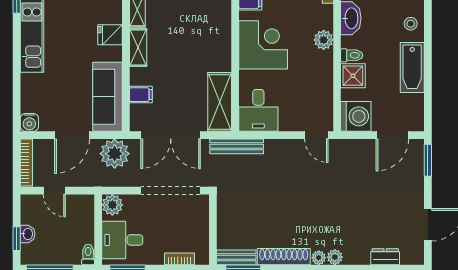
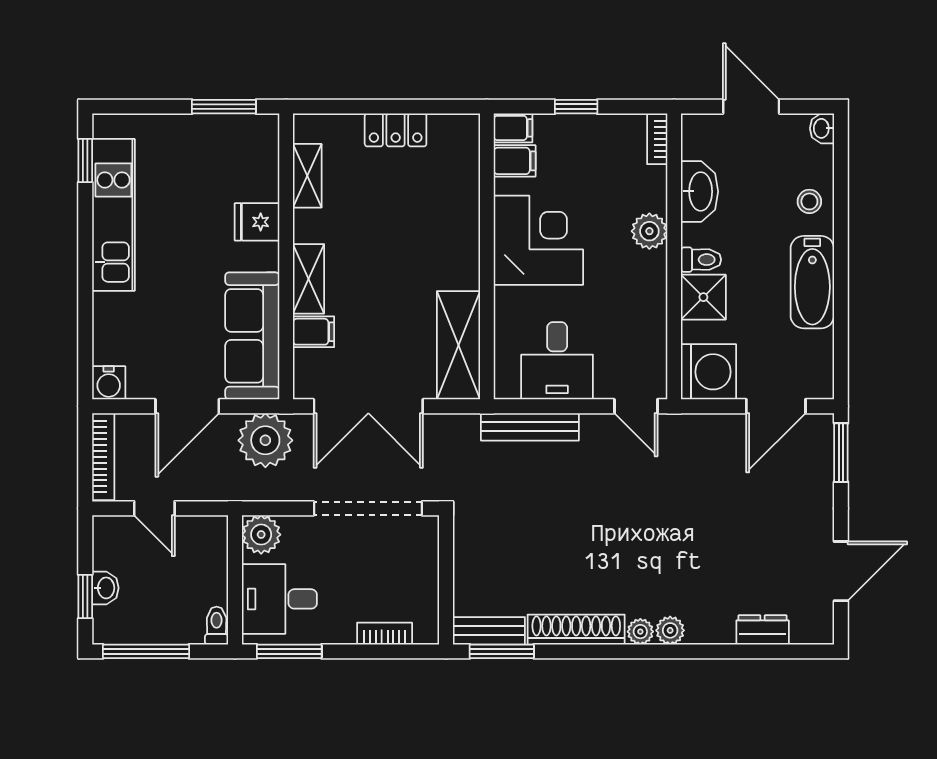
shelving: (138, 47) -> (309, 279), moved
desk: (258, 110) -> (557, 361), moved
bench: (237, 146) -> (530, 427), moved

